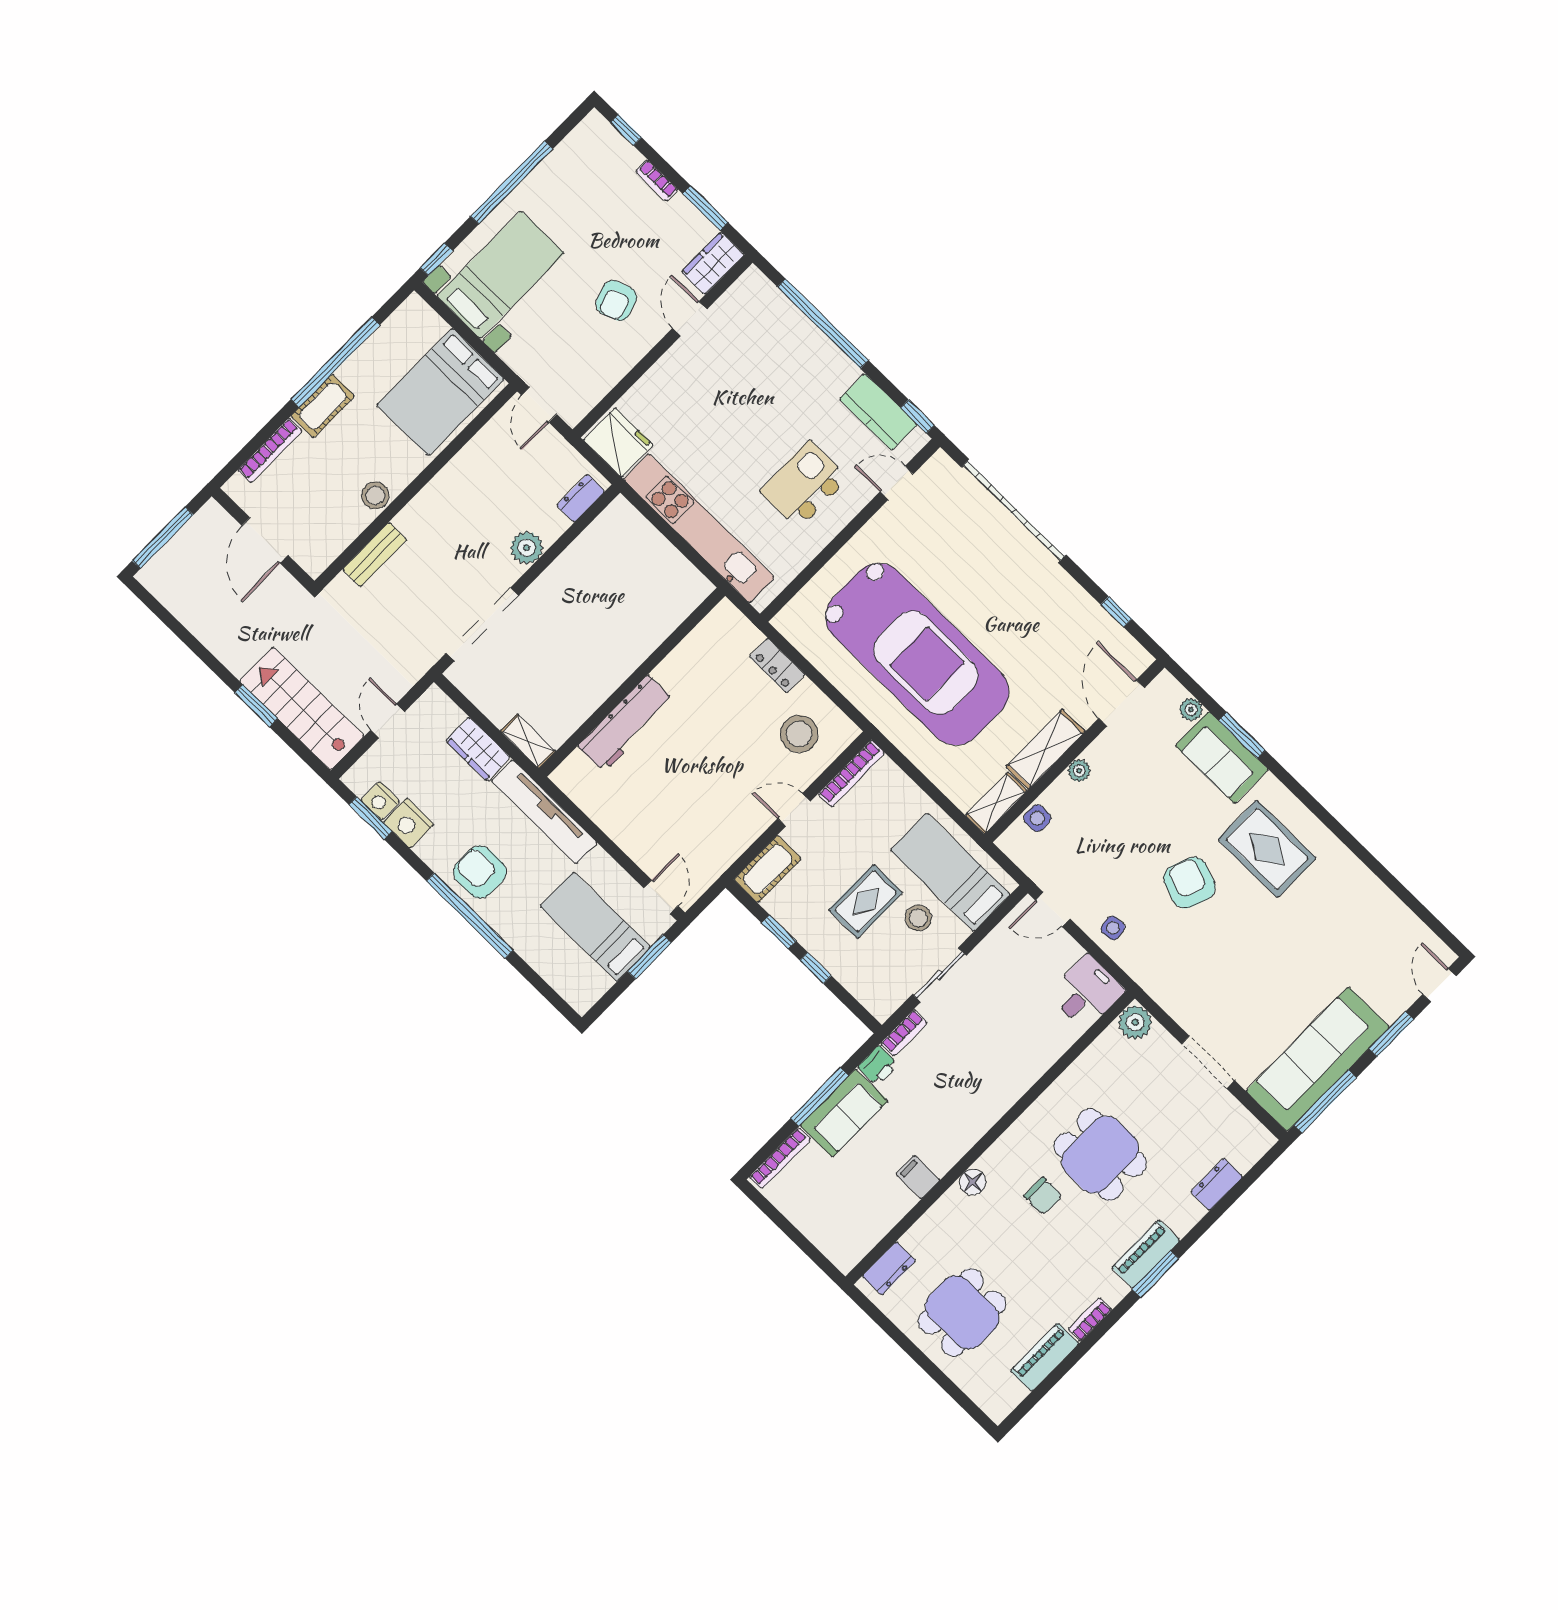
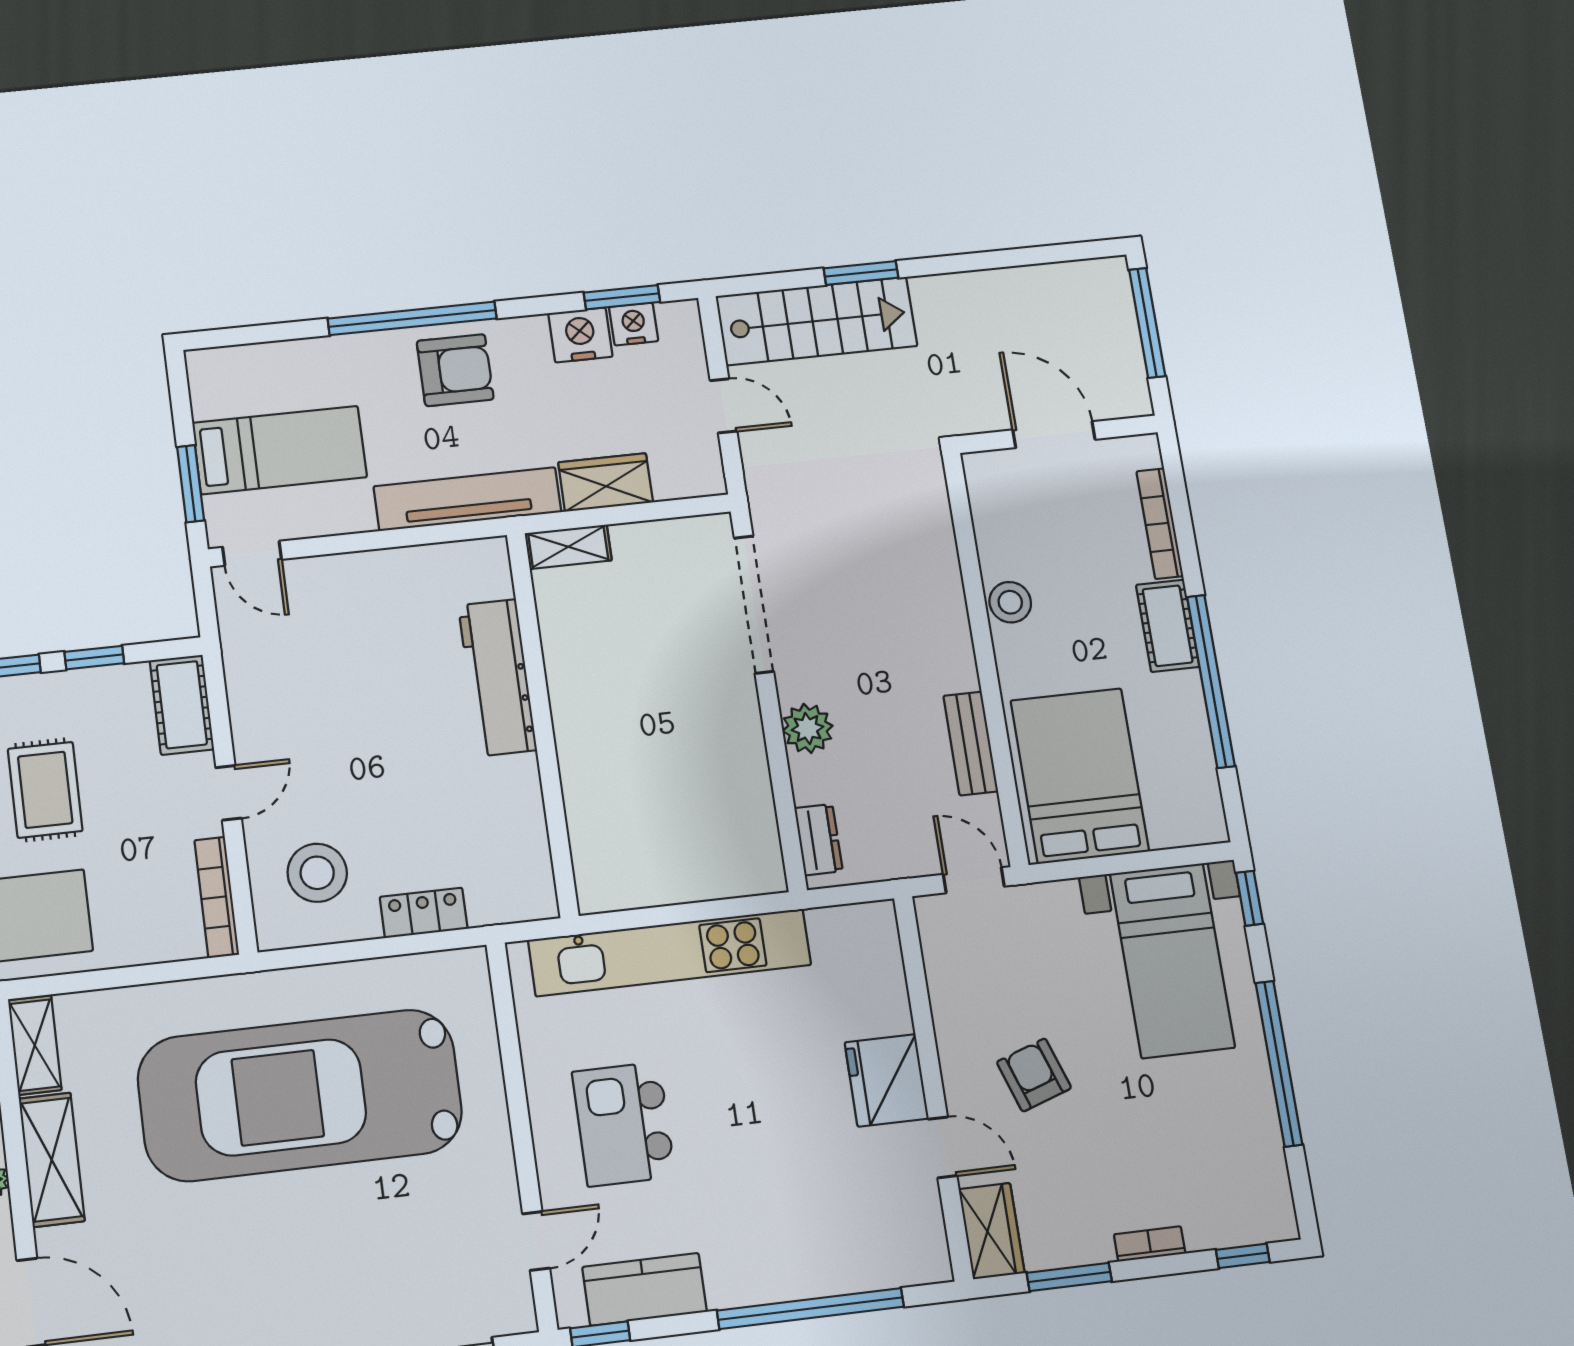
fridge: (618, 442) -> (887, 1080), moved, turned 90
kitchen island: (804, 485) -> (624, 1124), turned 180
bench: (375, 554) -> (971, 743), moved

